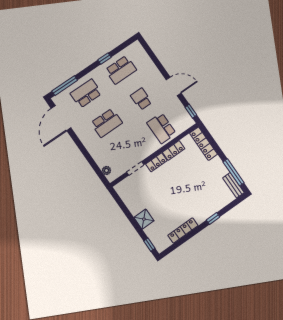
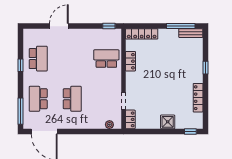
door: (174, 86) -> (59, 26), moved
school desk: (141, 99) -> (72, 59), removed
school desk: (162, 128) -> (106, 59), turned 180
locker: (156, 162) -> (130, 119), moved

